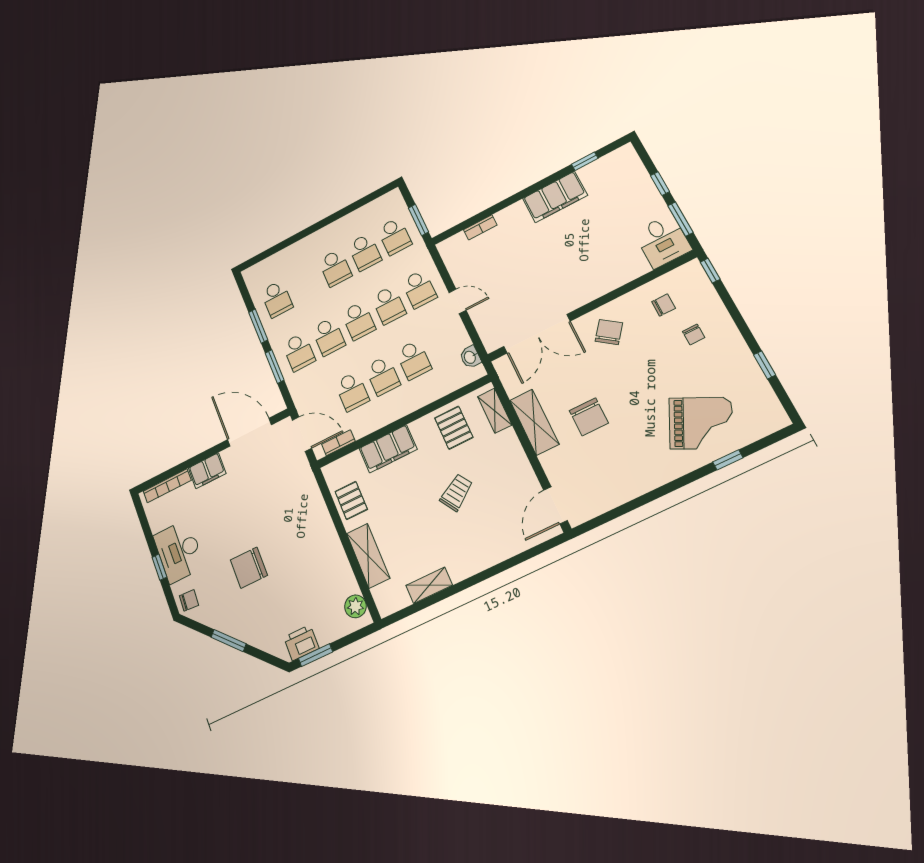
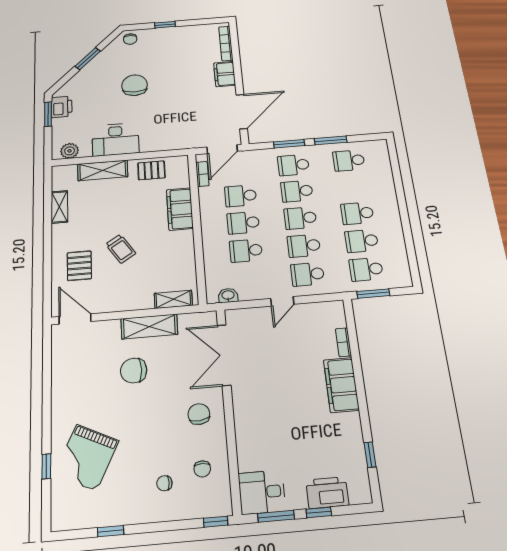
printer: (638, 184) -> (327, 493), added
filing cabinet: (555, 197) -> (341, 385), moved
chair: (609, 332) -> (199, 414), turned -133
pallet: (454, 428) -> (79, 266), moved, turned 90
desk: (179, 551) -> (116, 139), moved, turned 180

